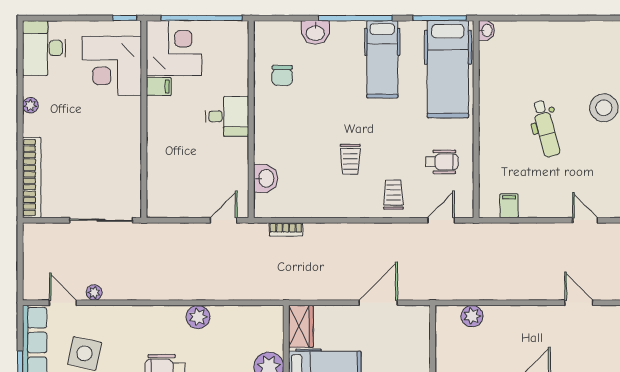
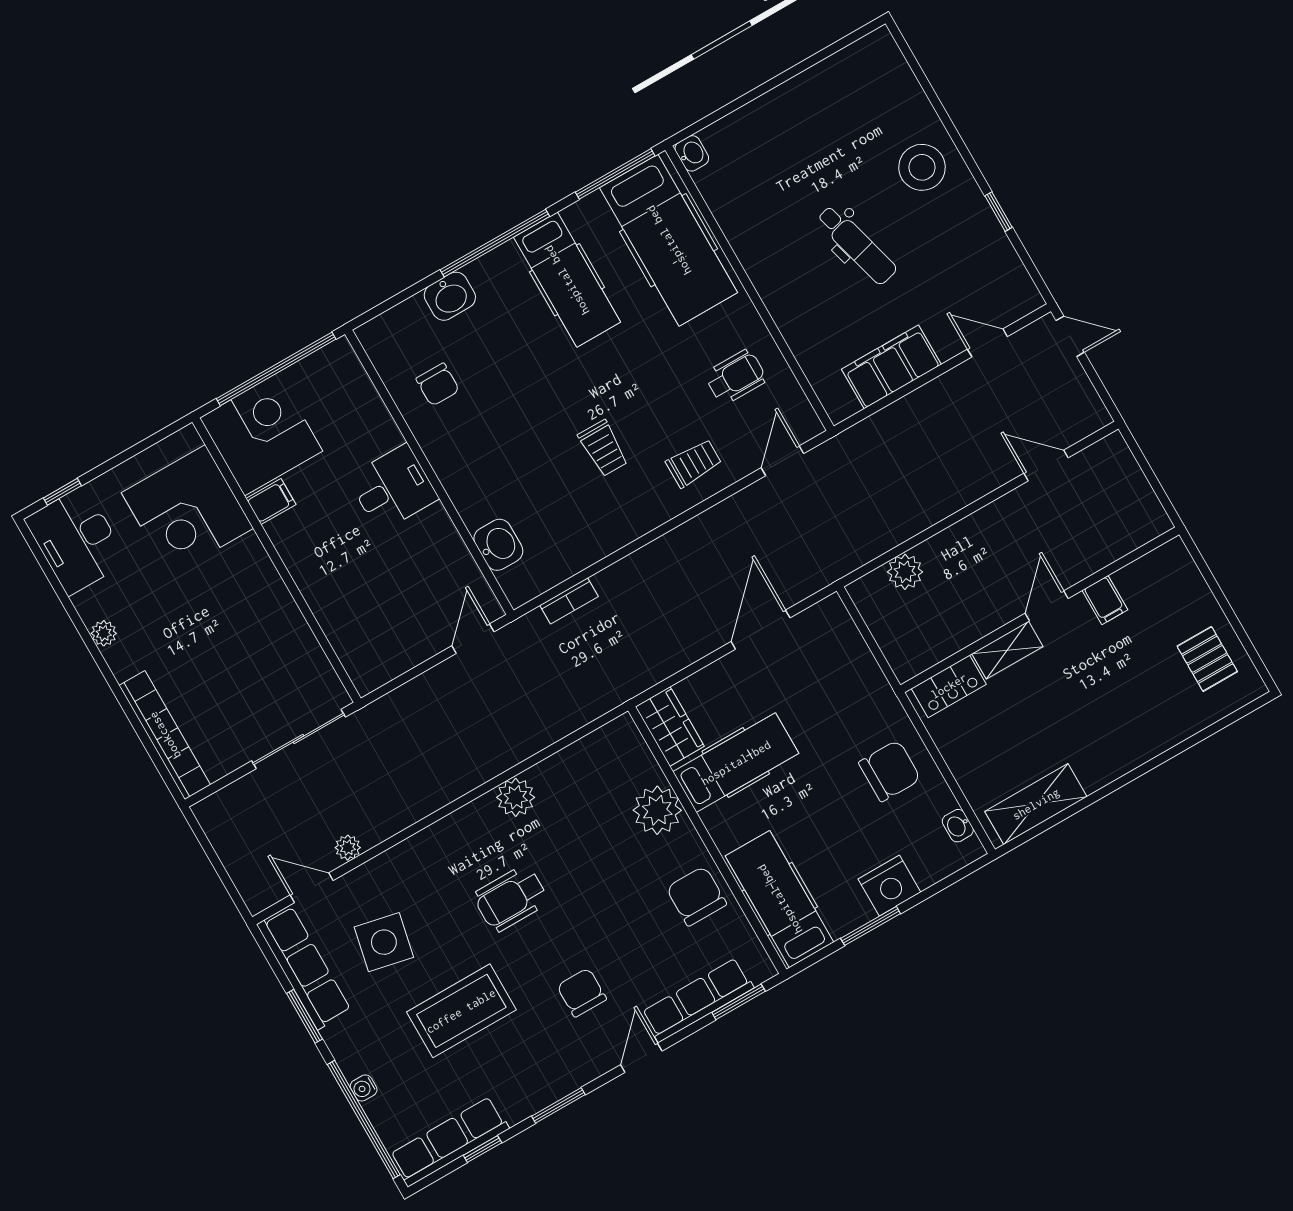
window: (125, 18) -> (62, 492), moved
trolley: (393, 195) -> (694, 463), turned 90
filing cabinet: (509, 206) -> (891, 367), width x3.00, depth x1.17

